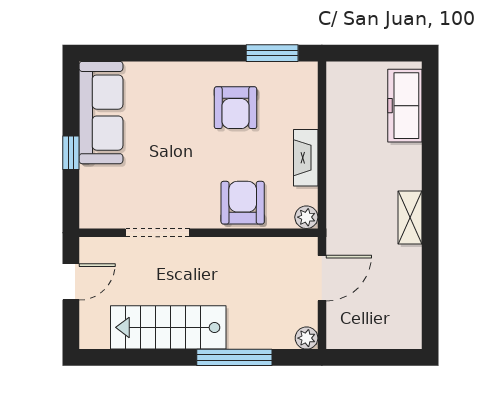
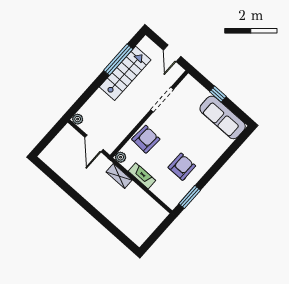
freezer: (405, 106) -> (129, 227), removed
armchair: (235, 108) -> (182, 167), turned 90
armchair: (243, 203) -> (146, 139), turned -87
shelving: (410, 218) -> (119, 176), moved
window: (234, 357) -> (118, 60), moved

